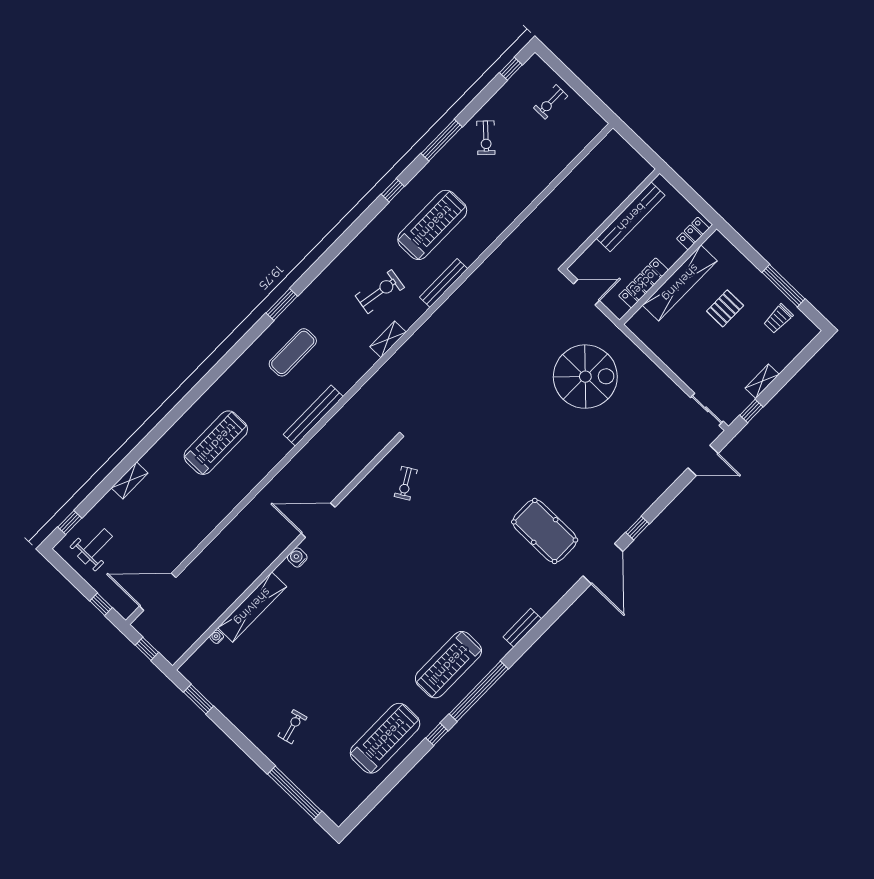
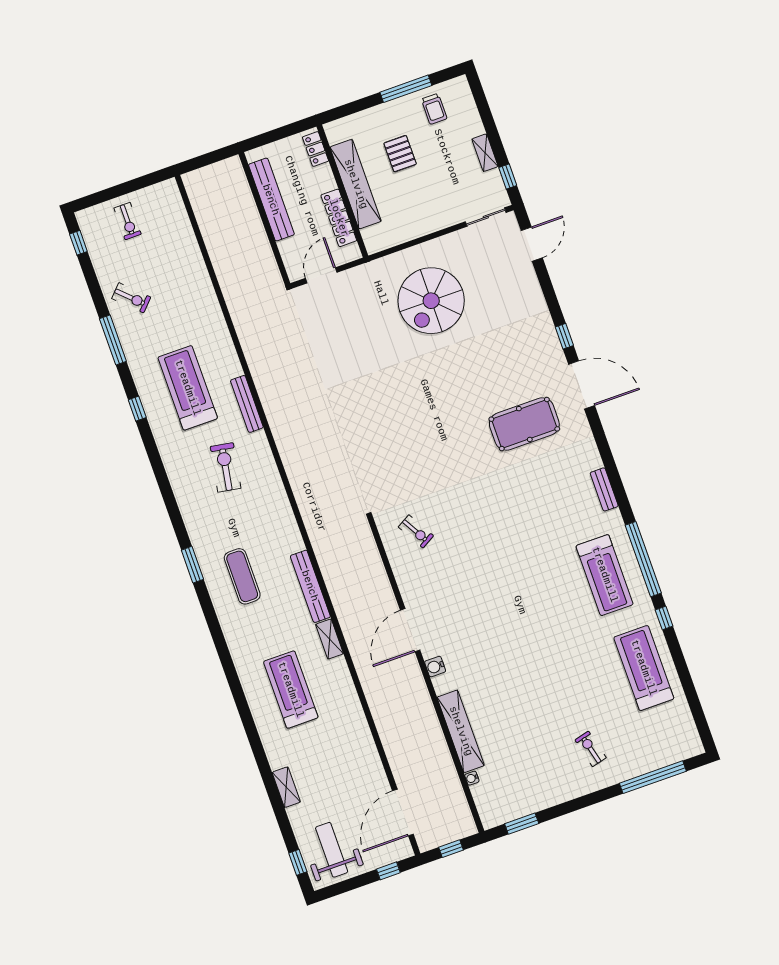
shelving: (388, 339) -> (330, 639), moved
spiral stairs: (585, 377) -> (431, 301), moved, turned 180
weight bench: (95, 546) -> (332, 850), width x1.36, depth x1.33

